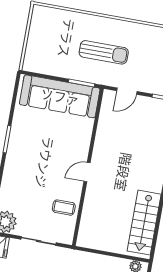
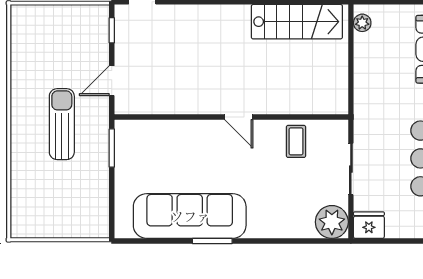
door: (127, 91) -> (112, 81), swing flipped
sofa: (60, 96) -> (190, 216), moved, turned -90

